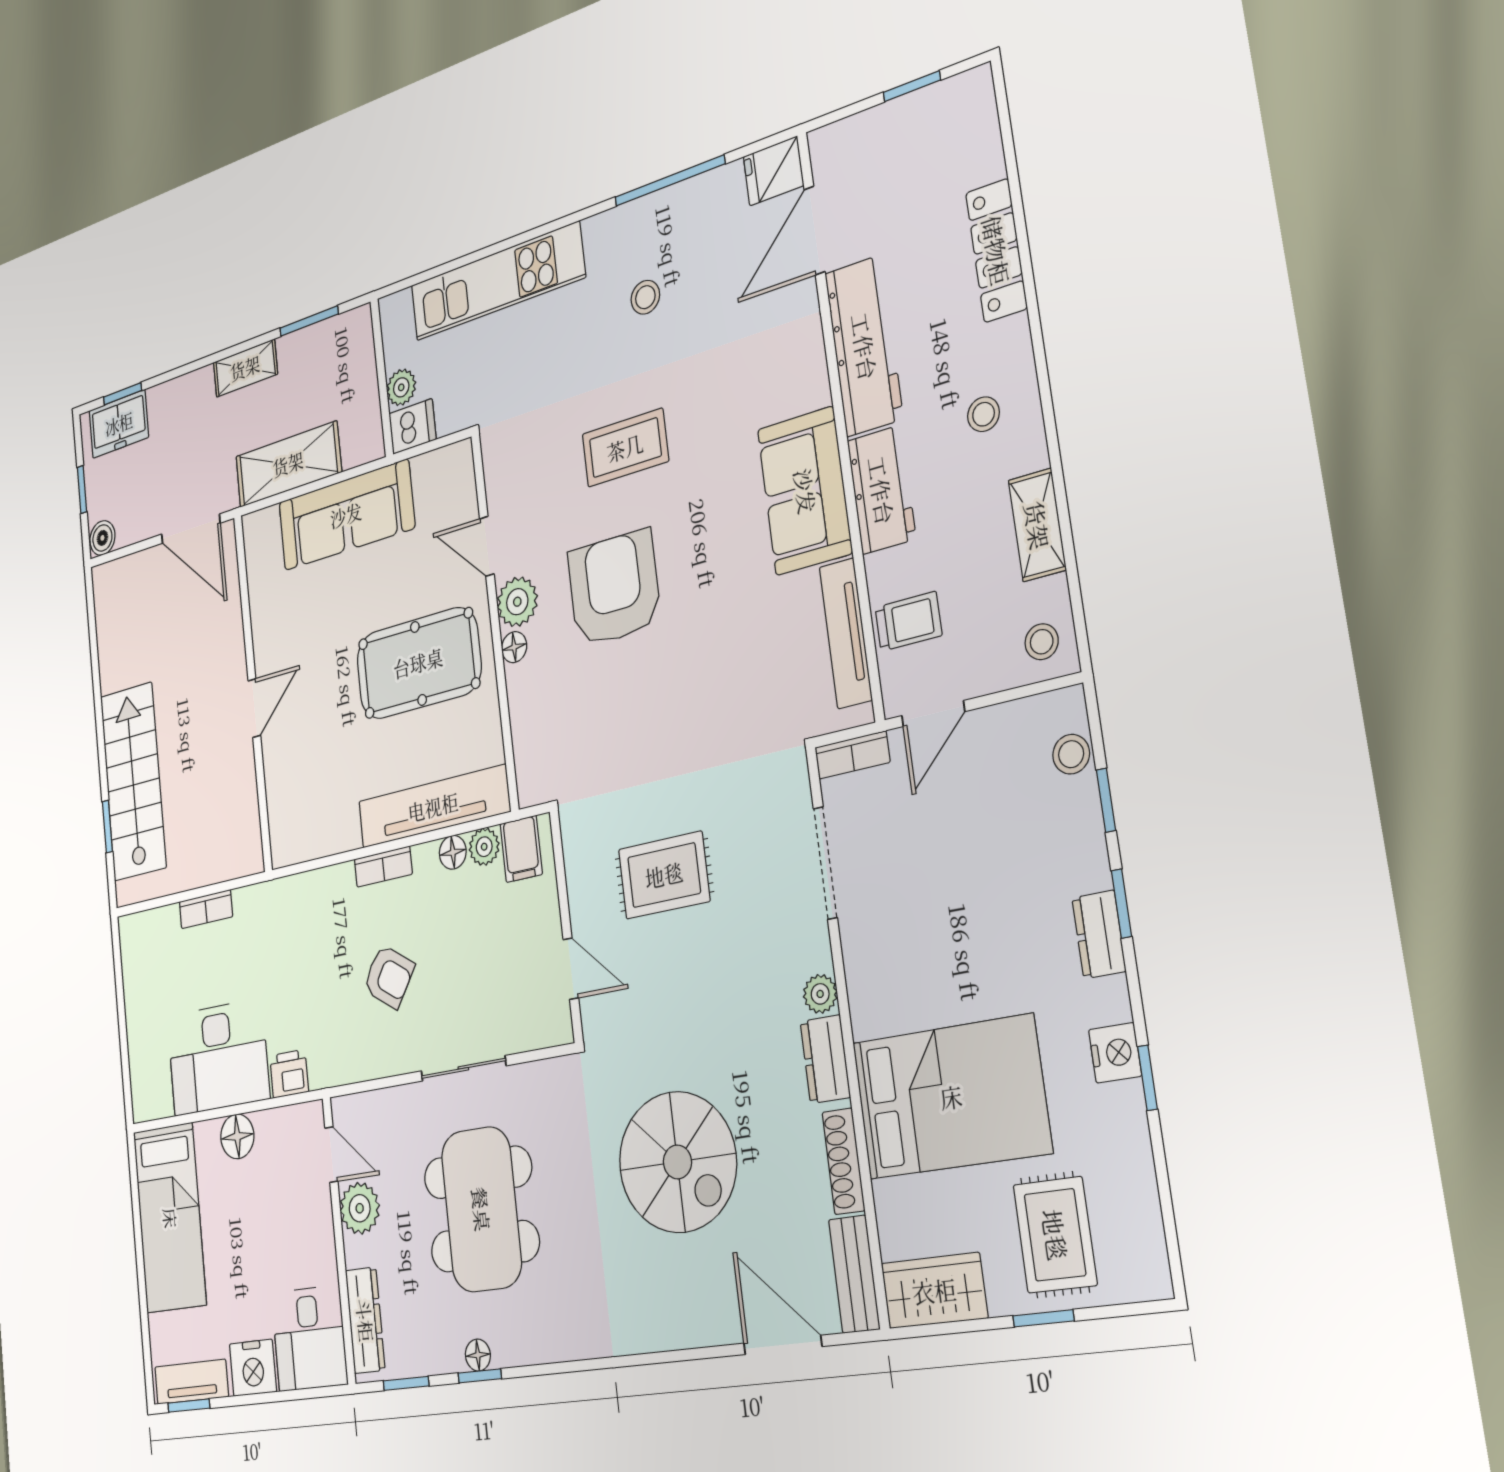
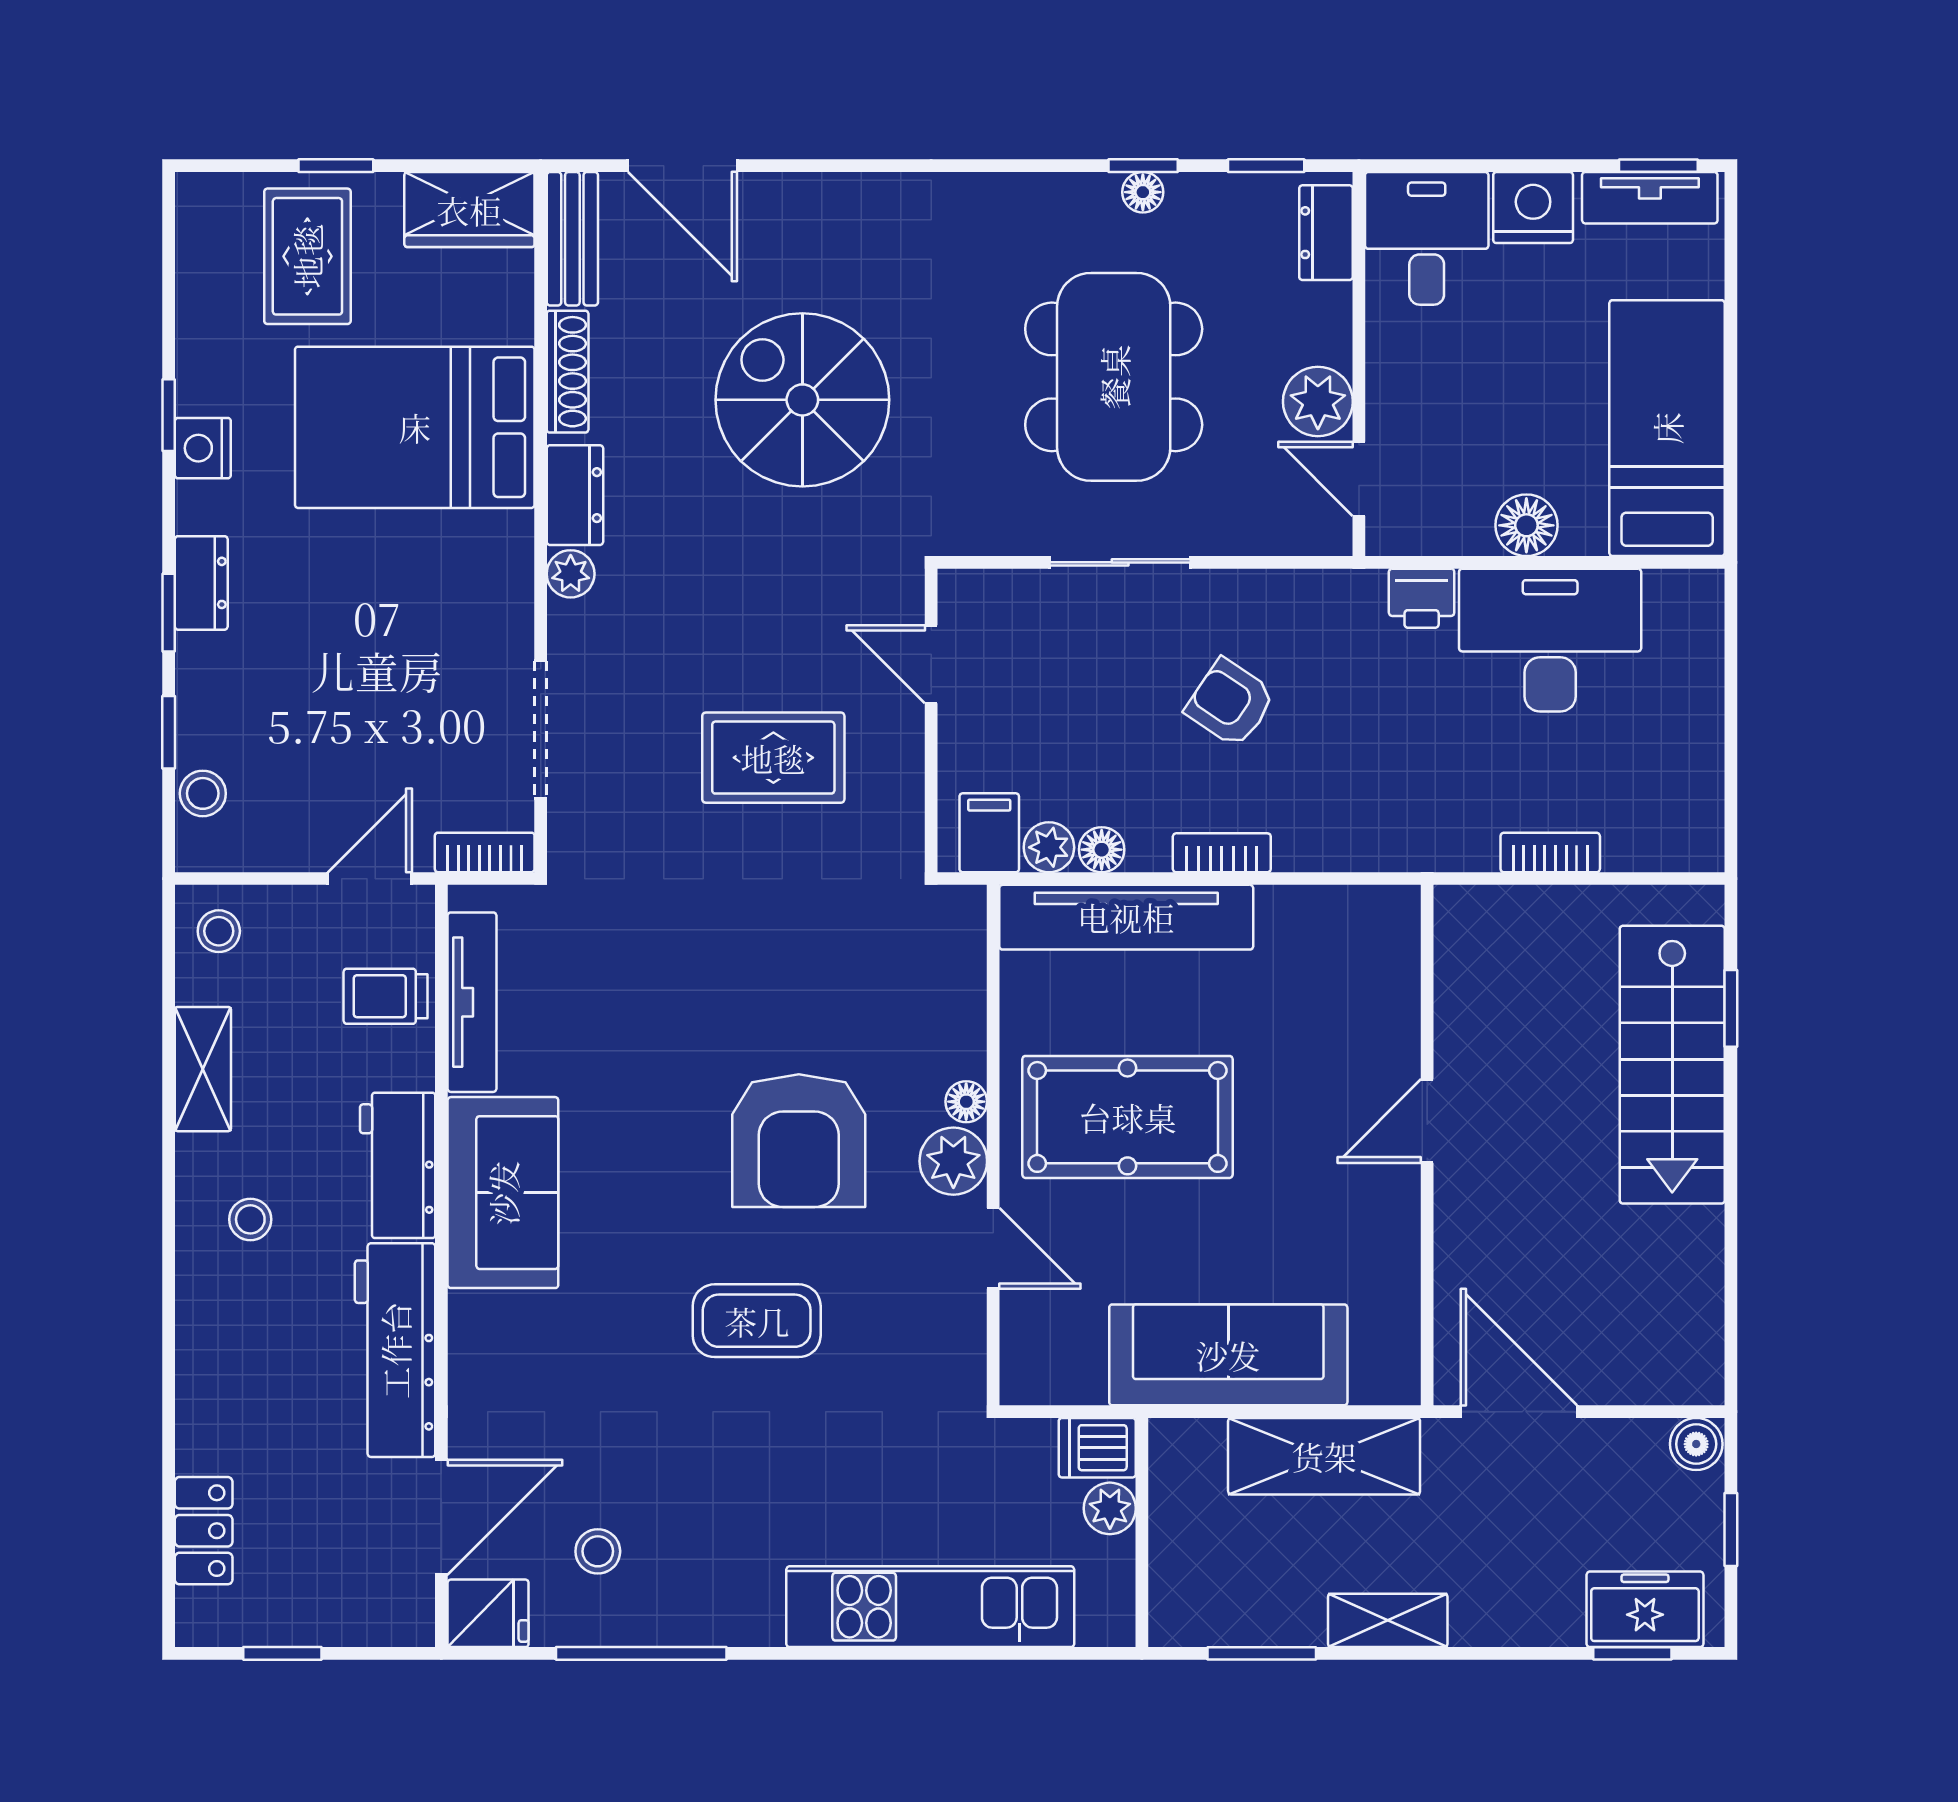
locker: (996, 250) -> (204, 1531), moved, width x0.66
stool: (645, 297) -> (598, 1551), moved
dresser: (365, 1320) -> (1326, 233), width x0.70

